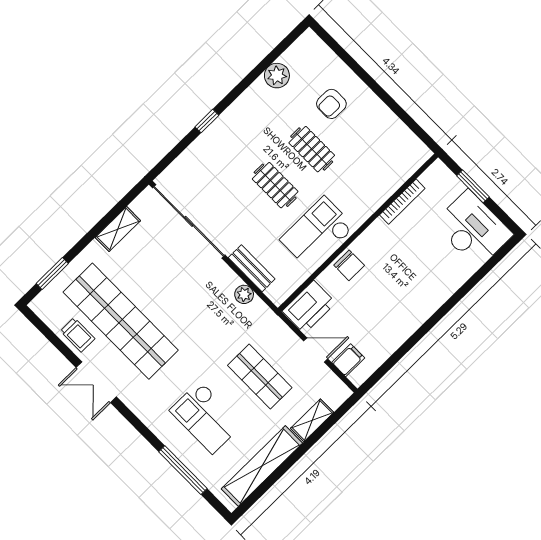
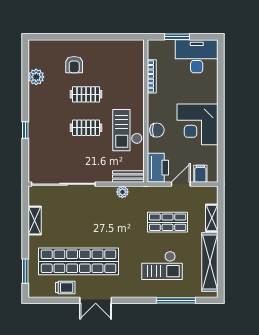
bench: (252, 268) -> (128, 176), moved
corner desk: (399, 304) -> (197, 124), added

